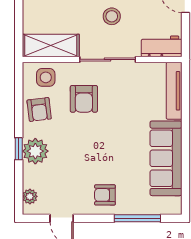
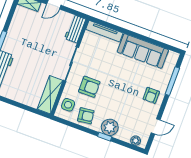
stool: (112, 16) -> (46, 52), removed

